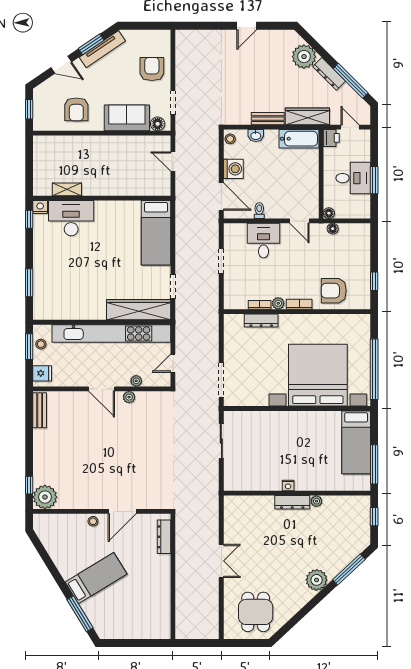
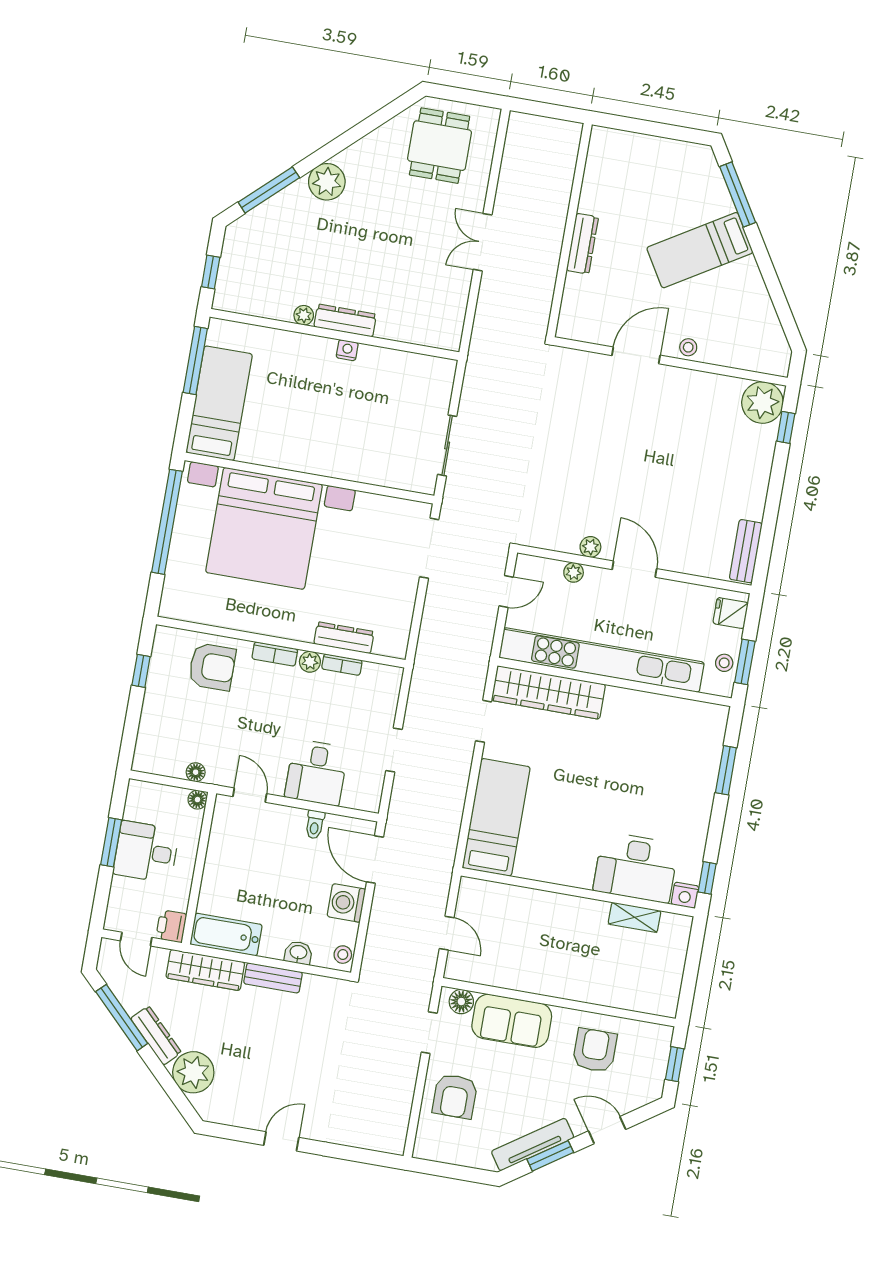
dresser: (164, 537) -> (582, 244), moved

